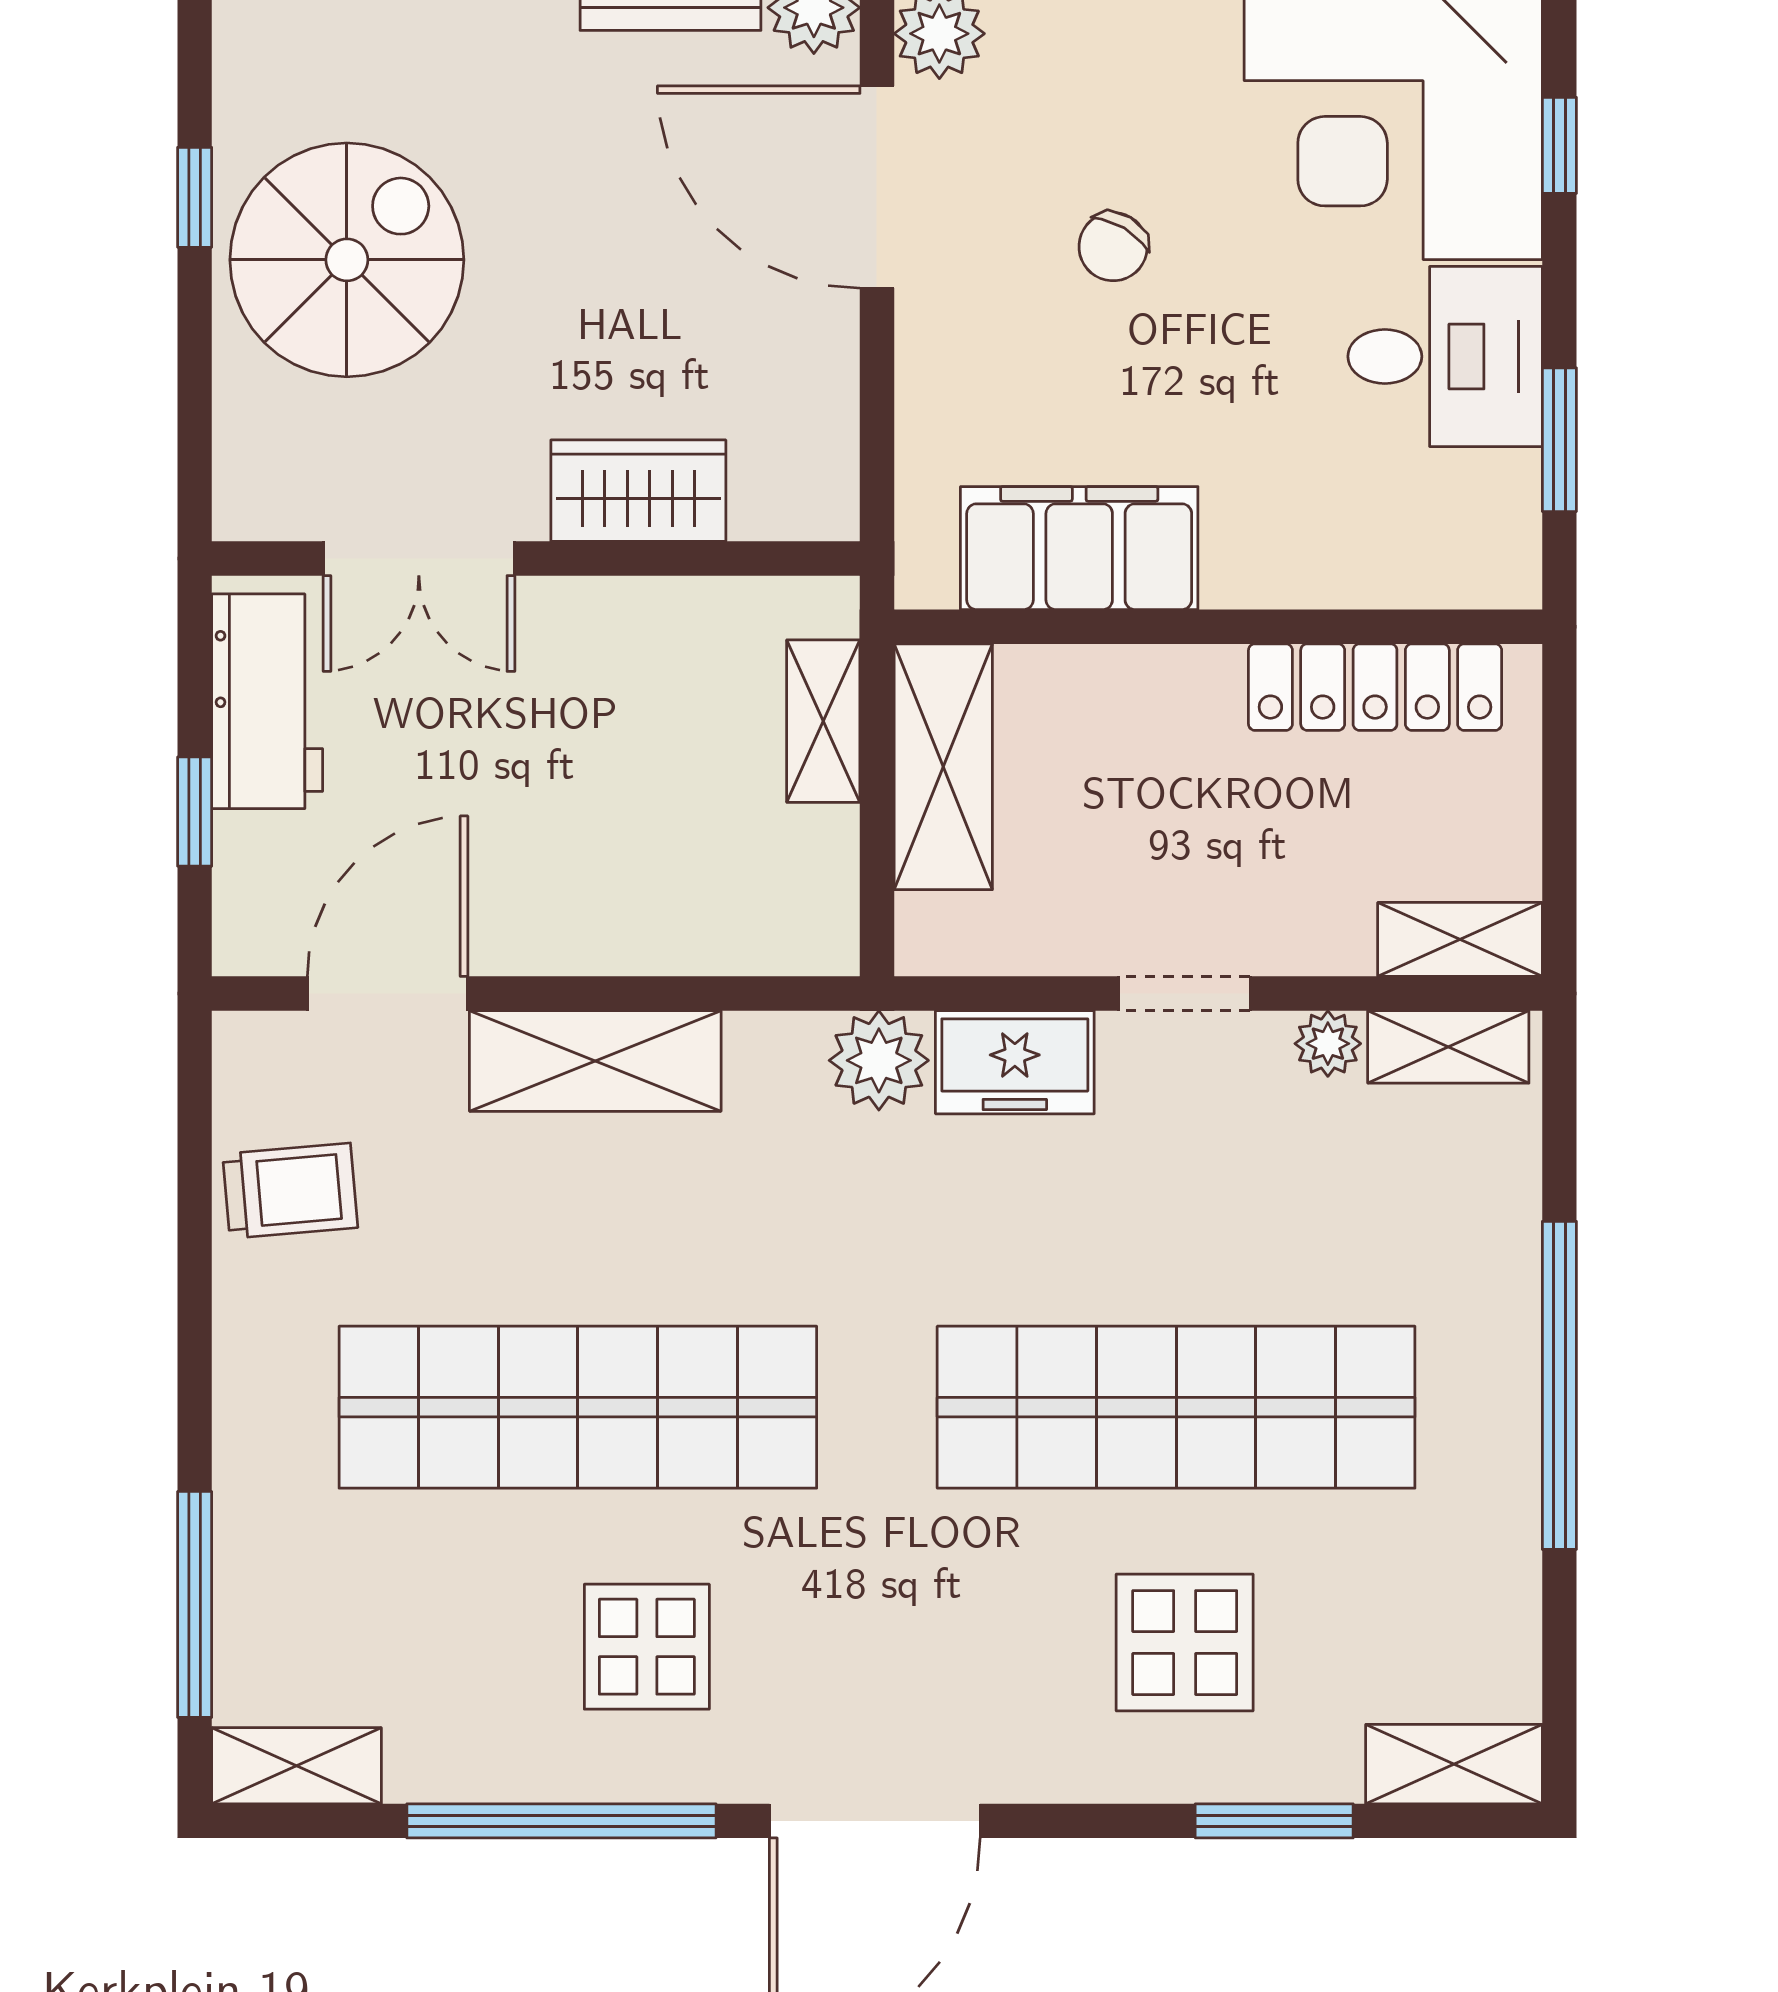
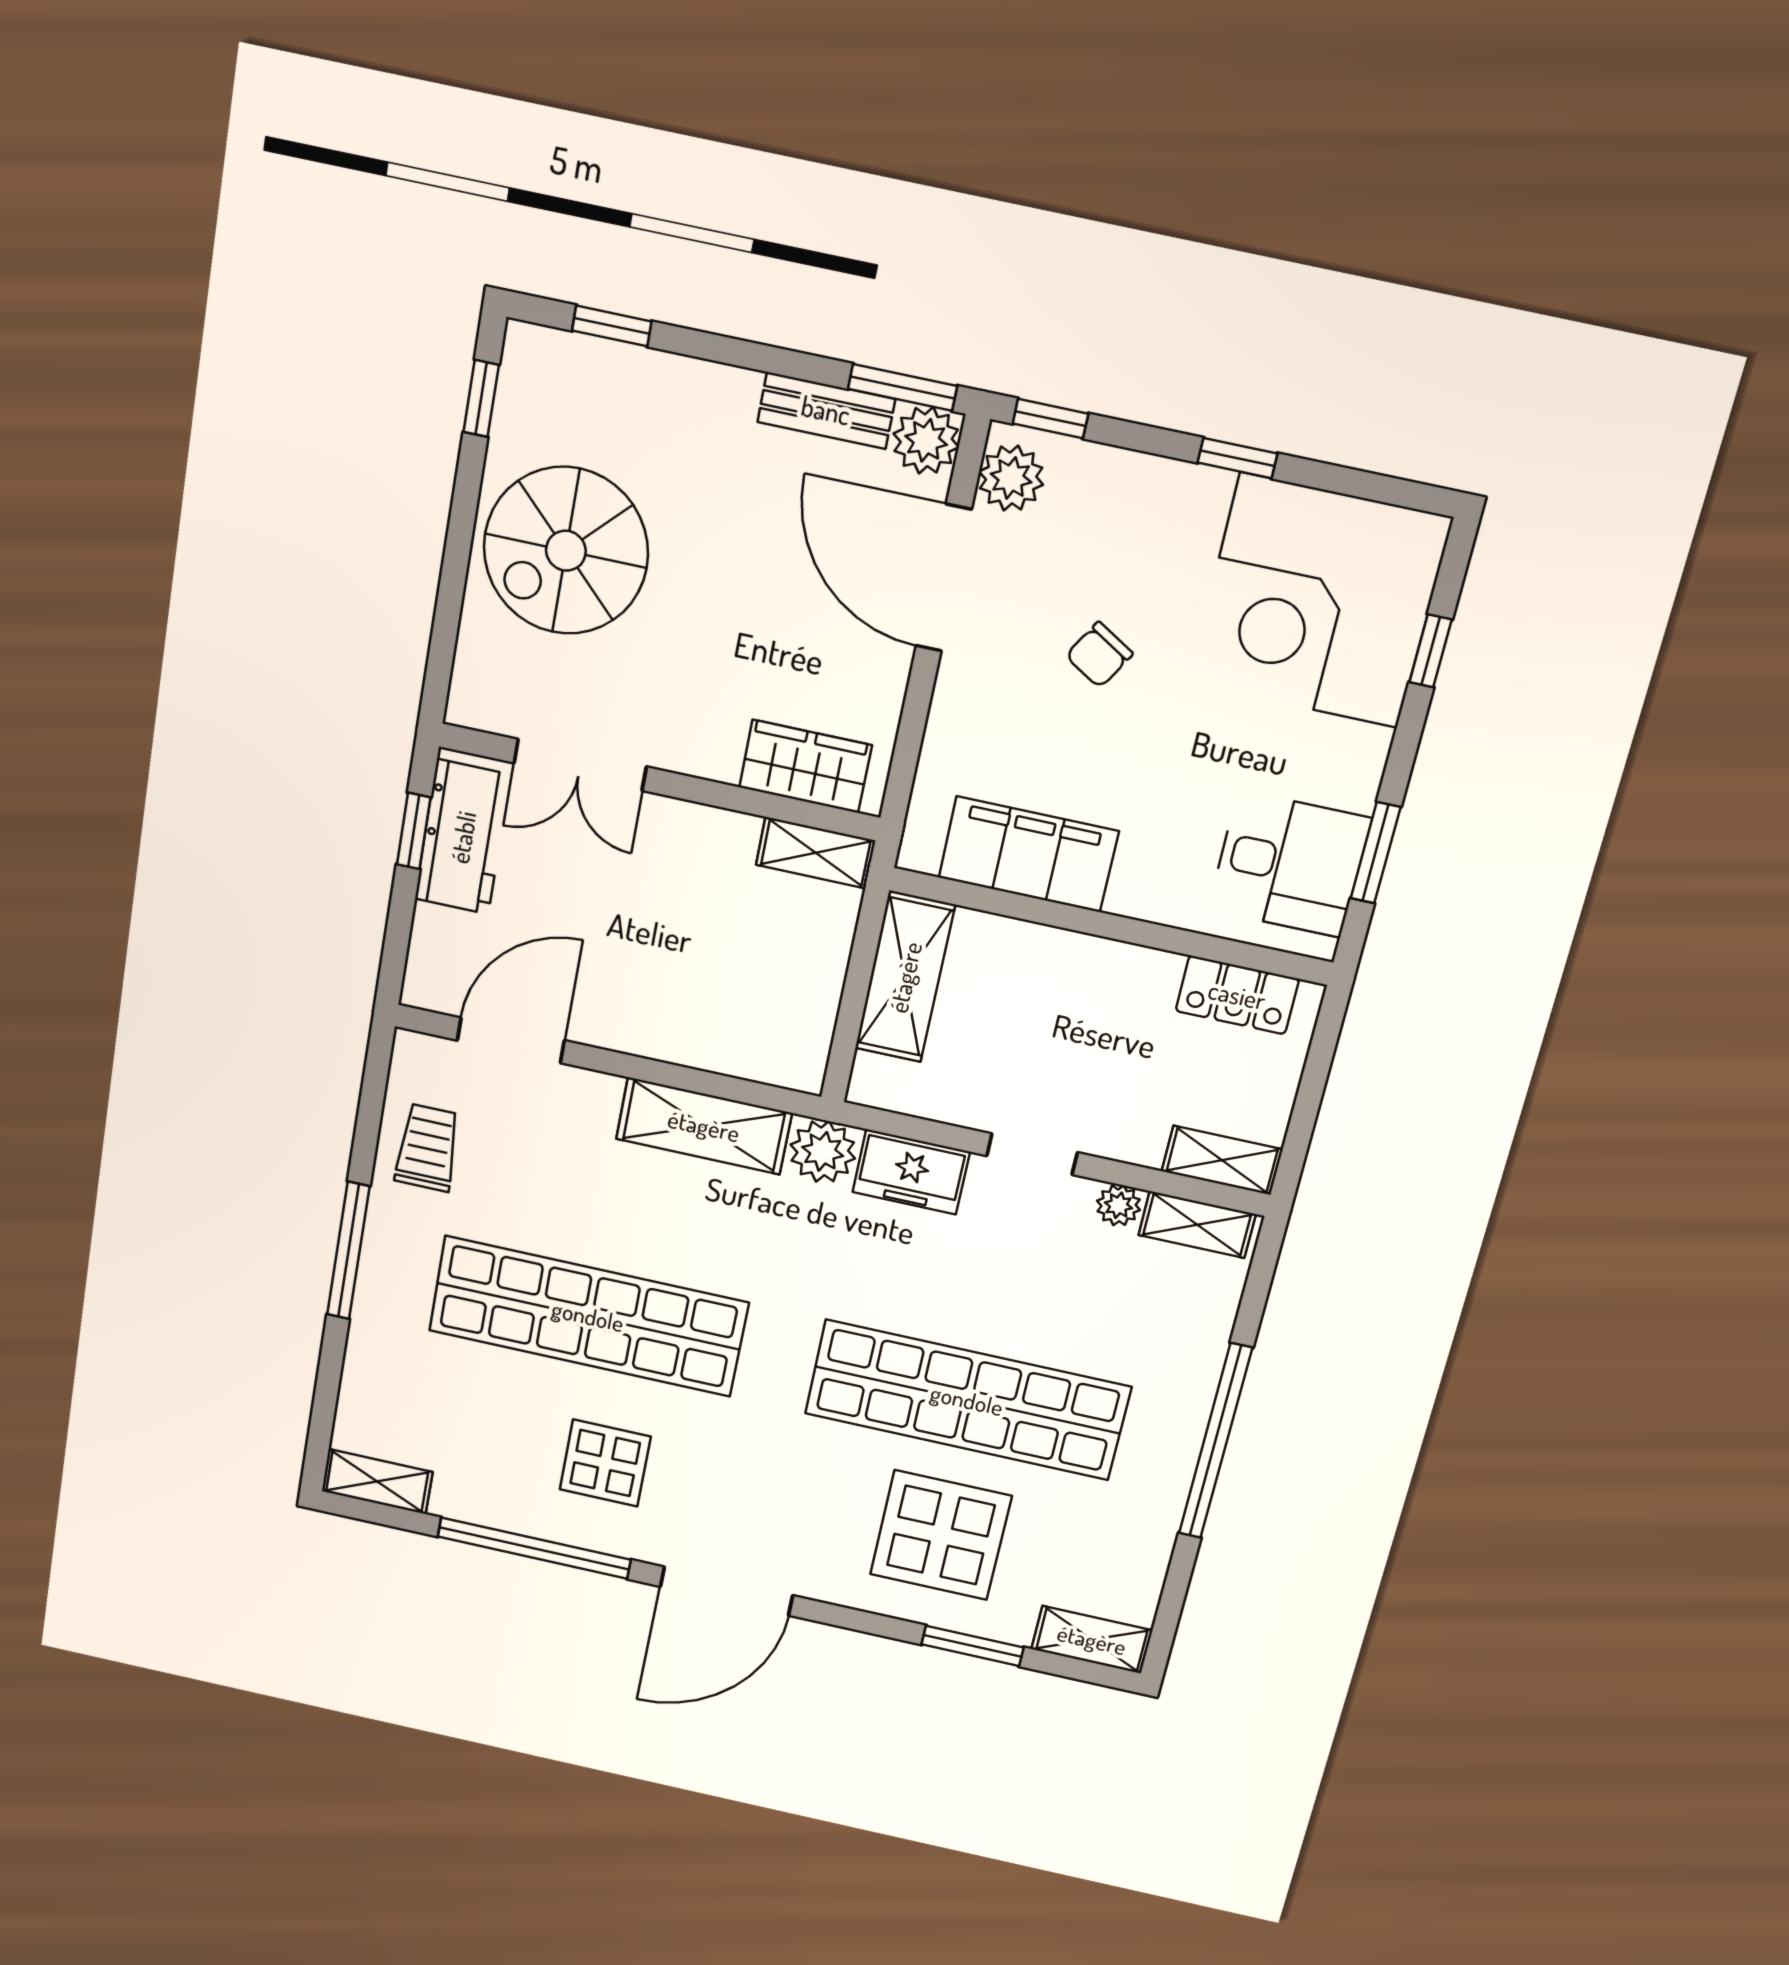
window: (195, 197) -> (481, 398), moved
spiral stairs: (347, 260) -> (566, 551), turned 180
desk: (1445, 356) -> (1289, 864), moved
wardrobe: (638, 491) -> (806, 766), moved
locker: (1375, 687) -> (1237, 995), width x0.66
shelving: (823, 721) -> (816, 853), moved, turned 90
window: (195, 812) -> (414, 831), moved
shelving: (595, 1061) -> (704, 1126), moved
trolley: (290, 1191) -> (428, 1148), turned -85
window: (195, 1604) -> (348, 1251), moved
display table: (1185, 1643) -> (941, 1535), width x1.36, depth x1.36

